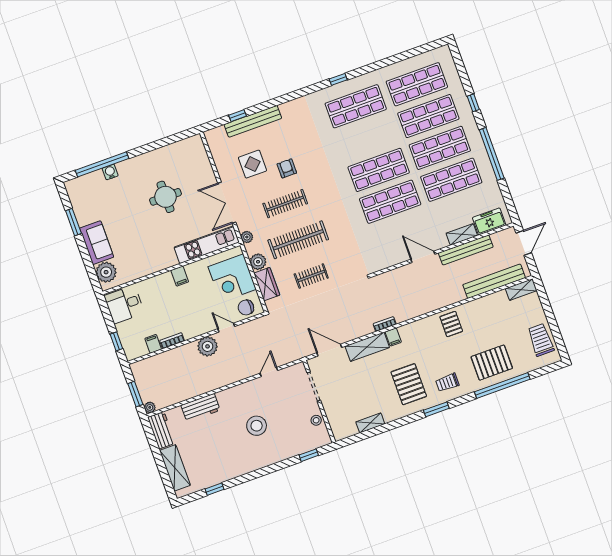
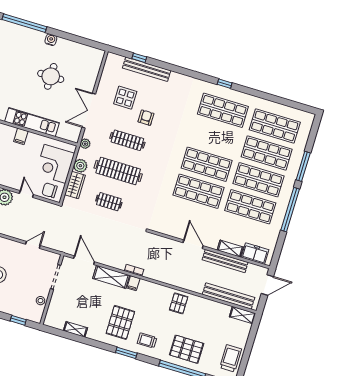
window: (473, 103) -> (303, 166), width x2.17
water cooler: (110, 172) -> (51, 40), moved
kitchen unit: (207, 245) -> (32, 122), moved

